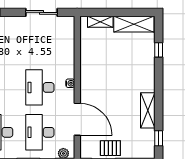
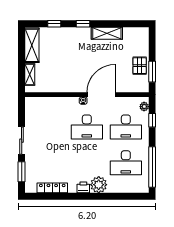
sliding door: (41, 12) -> (22, 141), moved
door: (77, 119) -> (101, 95), moved
window: (159, 138) -> (83, 24), moved

